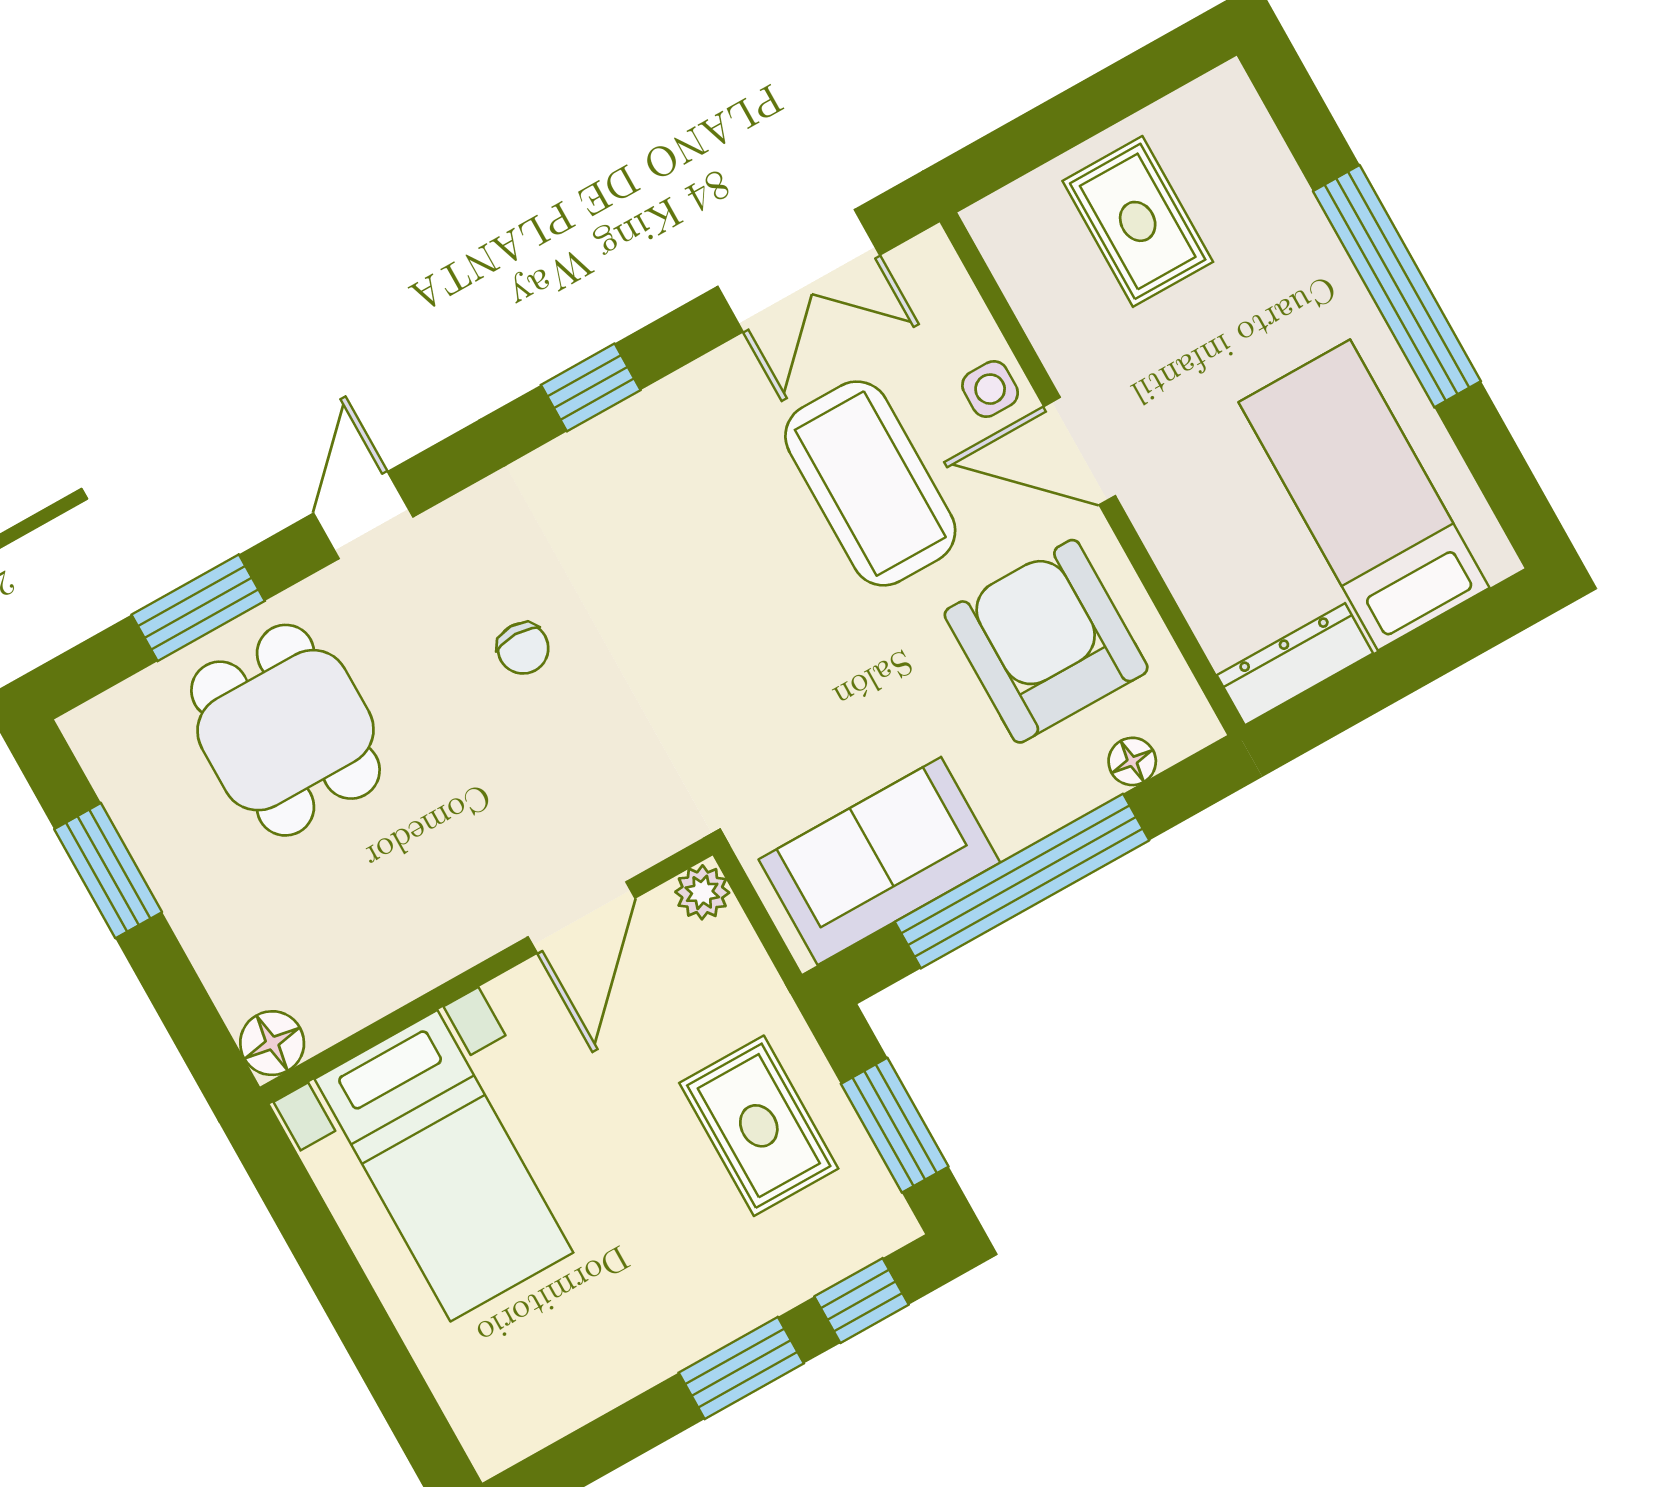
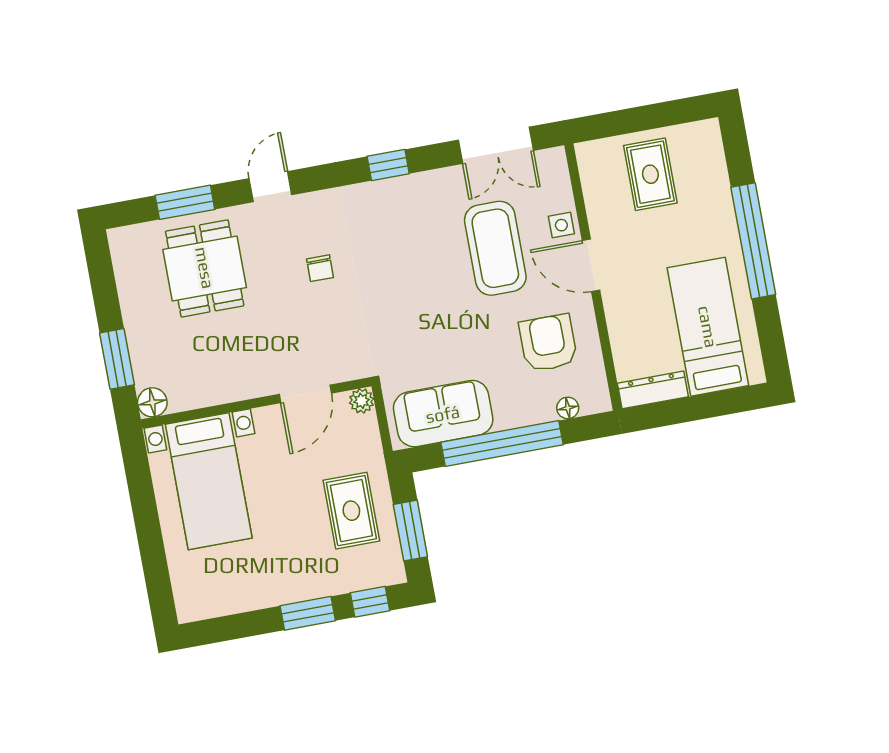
armchair: (1046, 641) -> (548, 343), width x0.73, depth x0.73
window: (108, 871) -> (117, 359), moved

